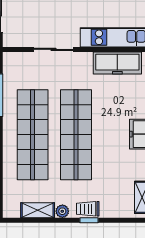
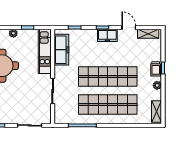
shelving: (38, 210) -> (157, 111), moved

